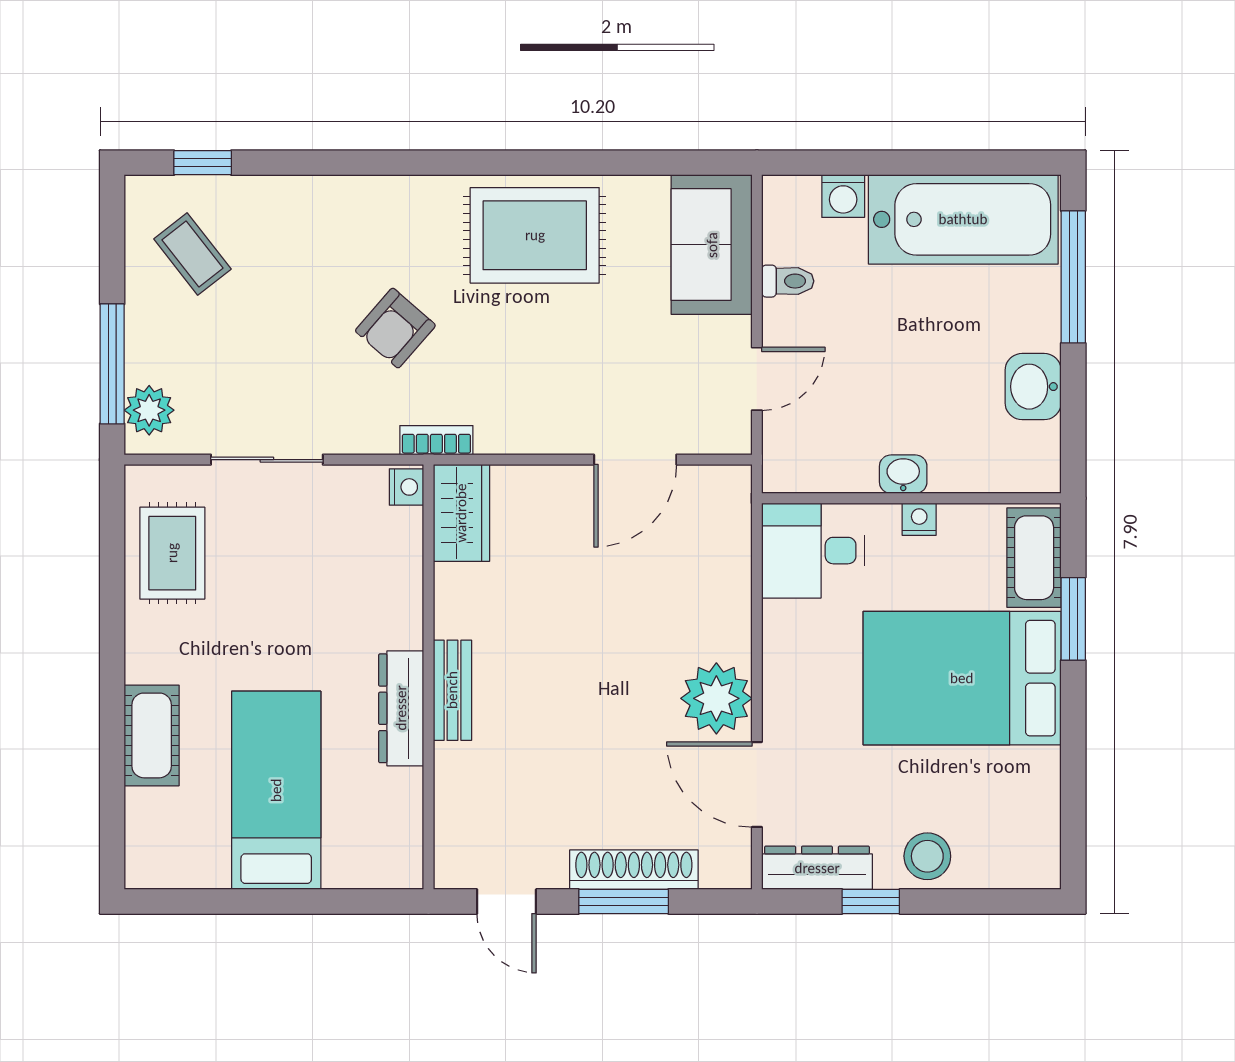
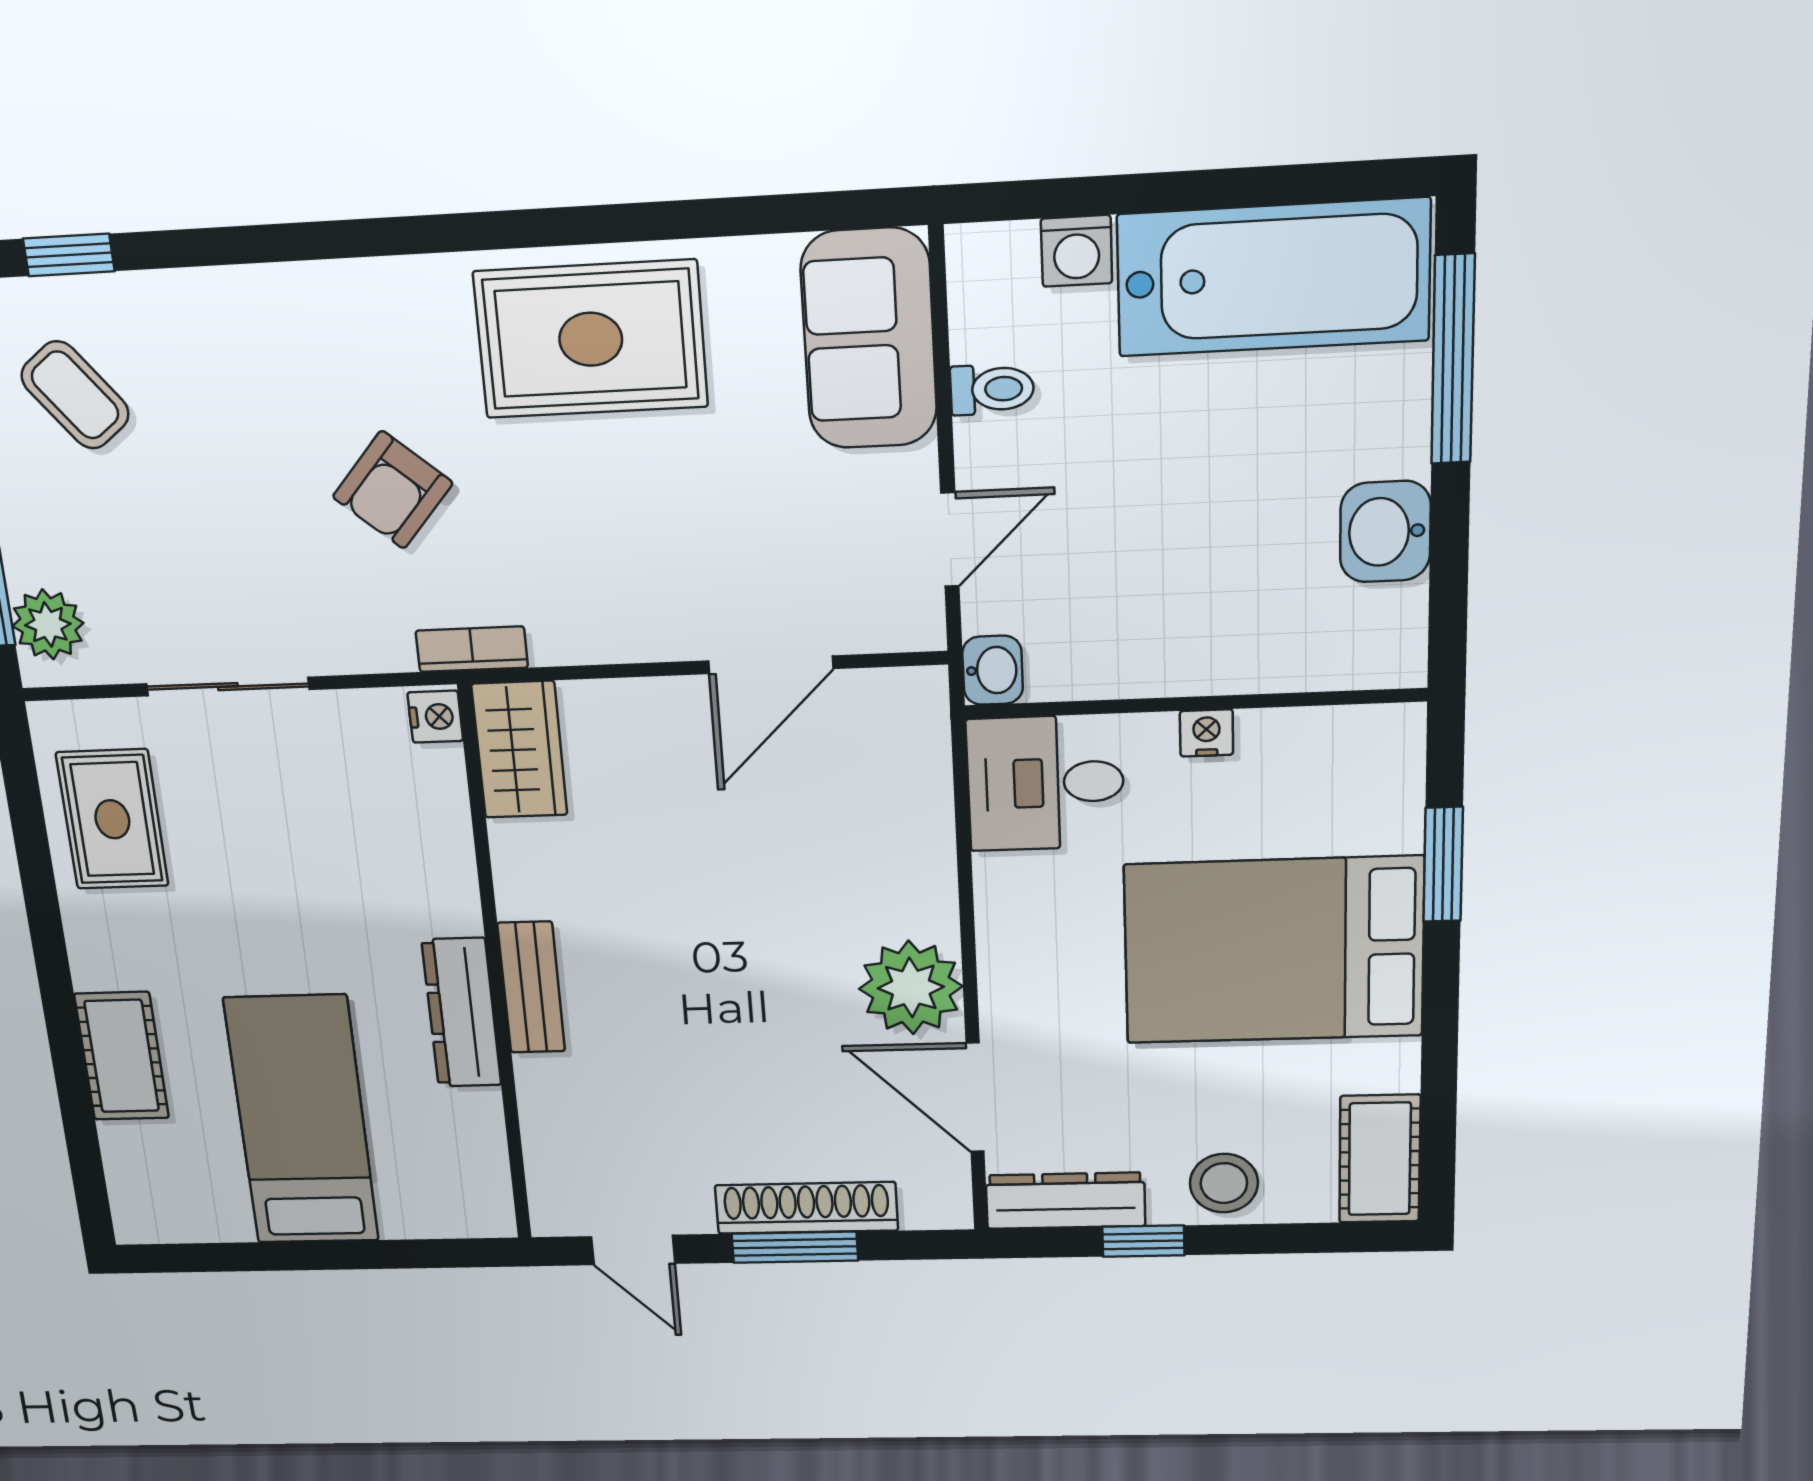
washbasin: (903, 474) -> (993, 670), moved, turned 90
cot: (1034, 558) -> (1380, 1159), moved

